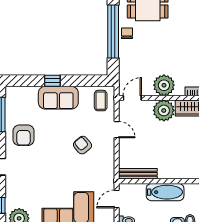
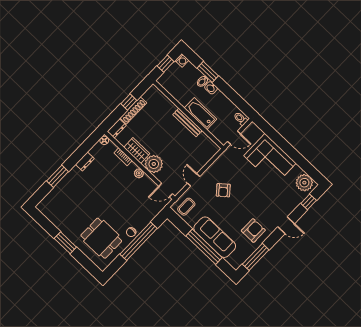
window: (52, 81) -> (204, 247), width x3.17
plant: (164, 85) -> (139, 173), width x0.53, depth x0.53
sofa: (58, 98) -> (215, 237), width x1.36
bench: (138, 174) -> (188, 123), moved

